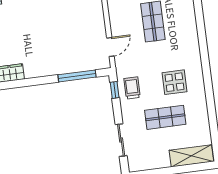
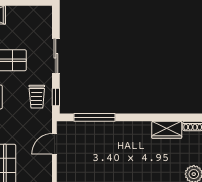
sliding door: (121, 140) -> (56, 56), moved

